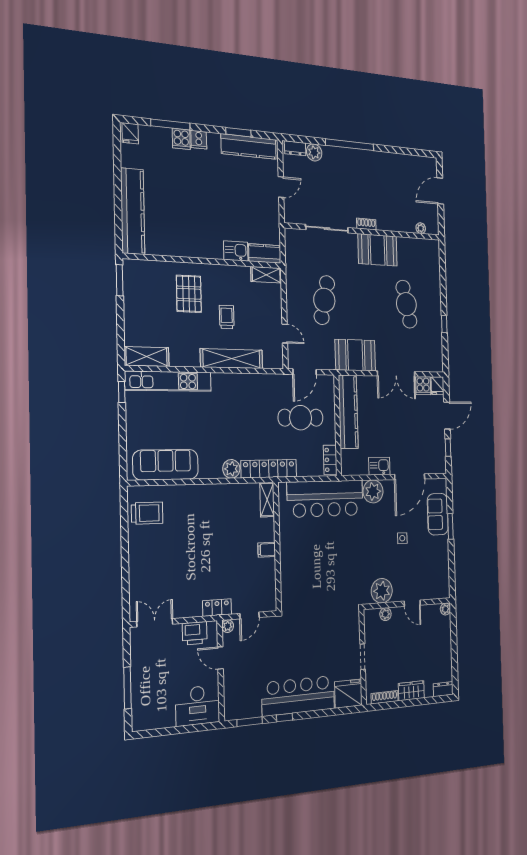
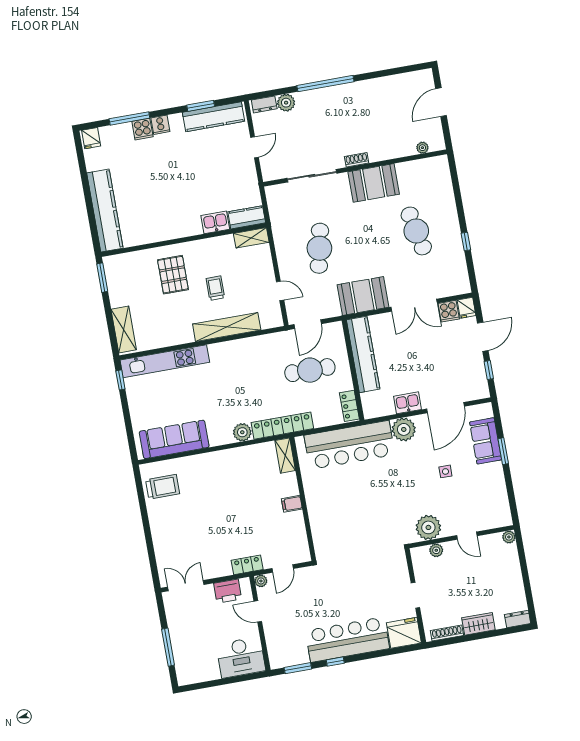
shelving: (147, 357) -> (124, 330), moved, turned 90

